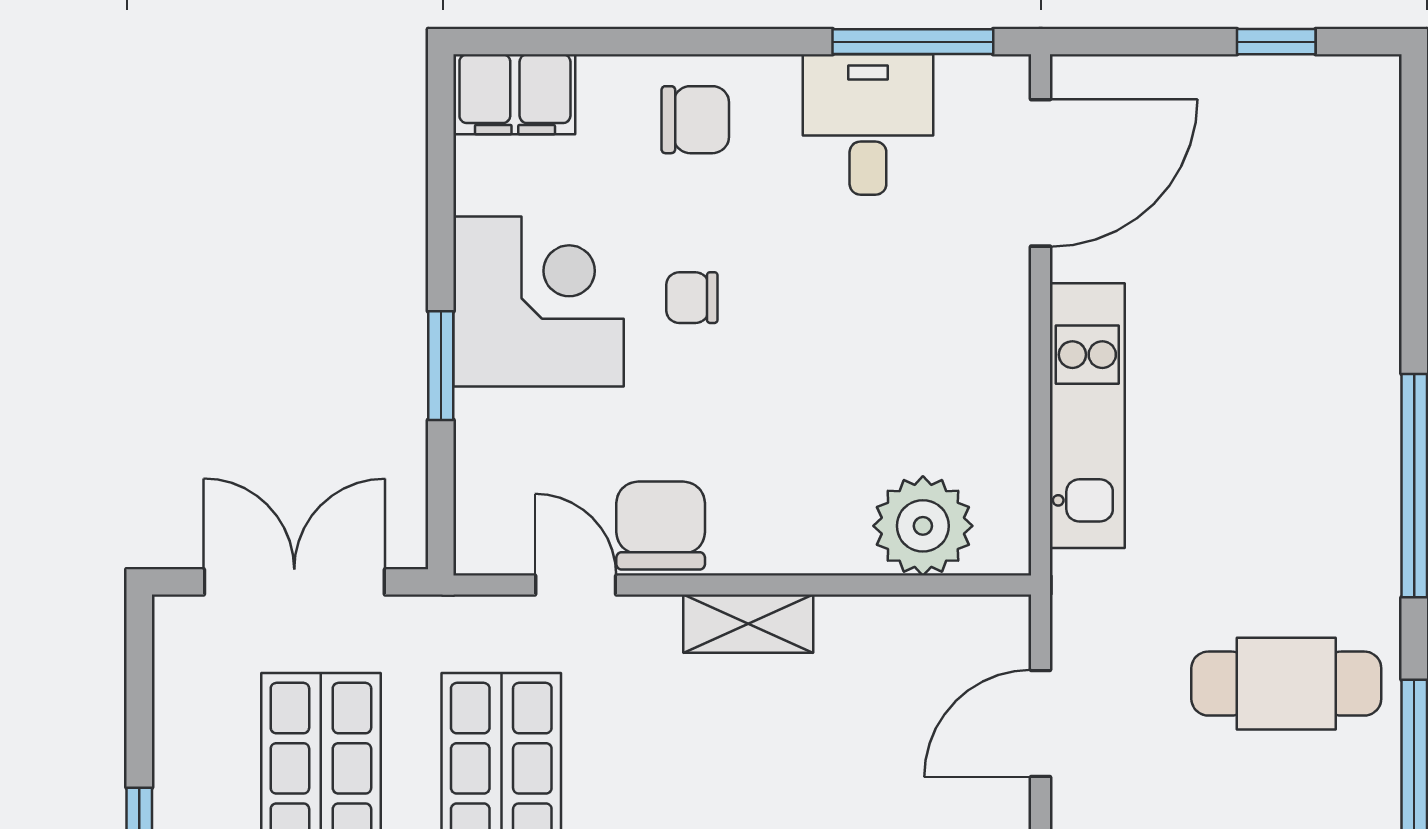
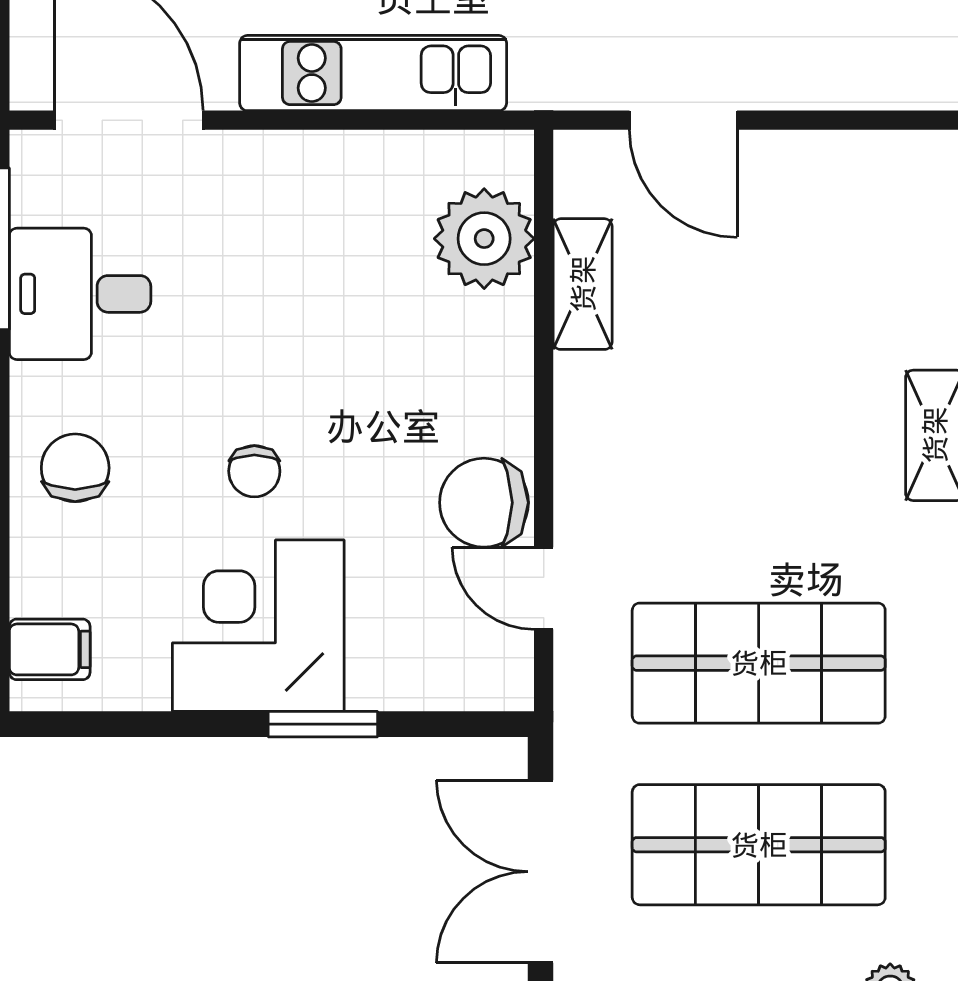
filing cabinet: (515, 94) -> (50, 649), width x0.50
door: (576, 585) -> (544, 588), hinge flipped
shelving: (748, 624) -> (583, 284), moved

